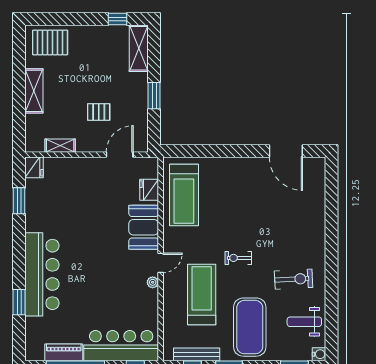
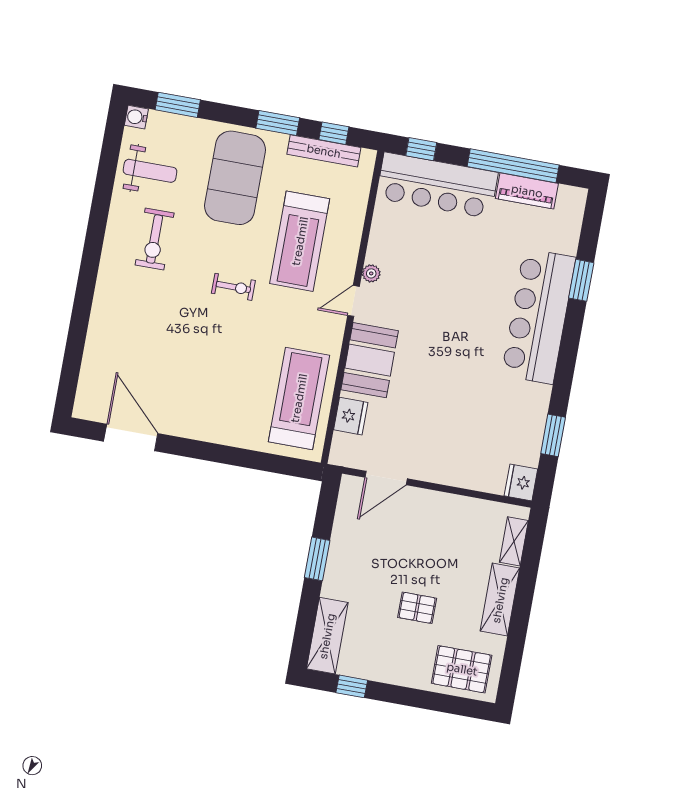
pallet: (99, 112) -> (417, 608), moved
shelving: (60, 146) -> (514, 541), moved, turned 90
exercise bike: (294, 279) -> (155, 239), turned -87

